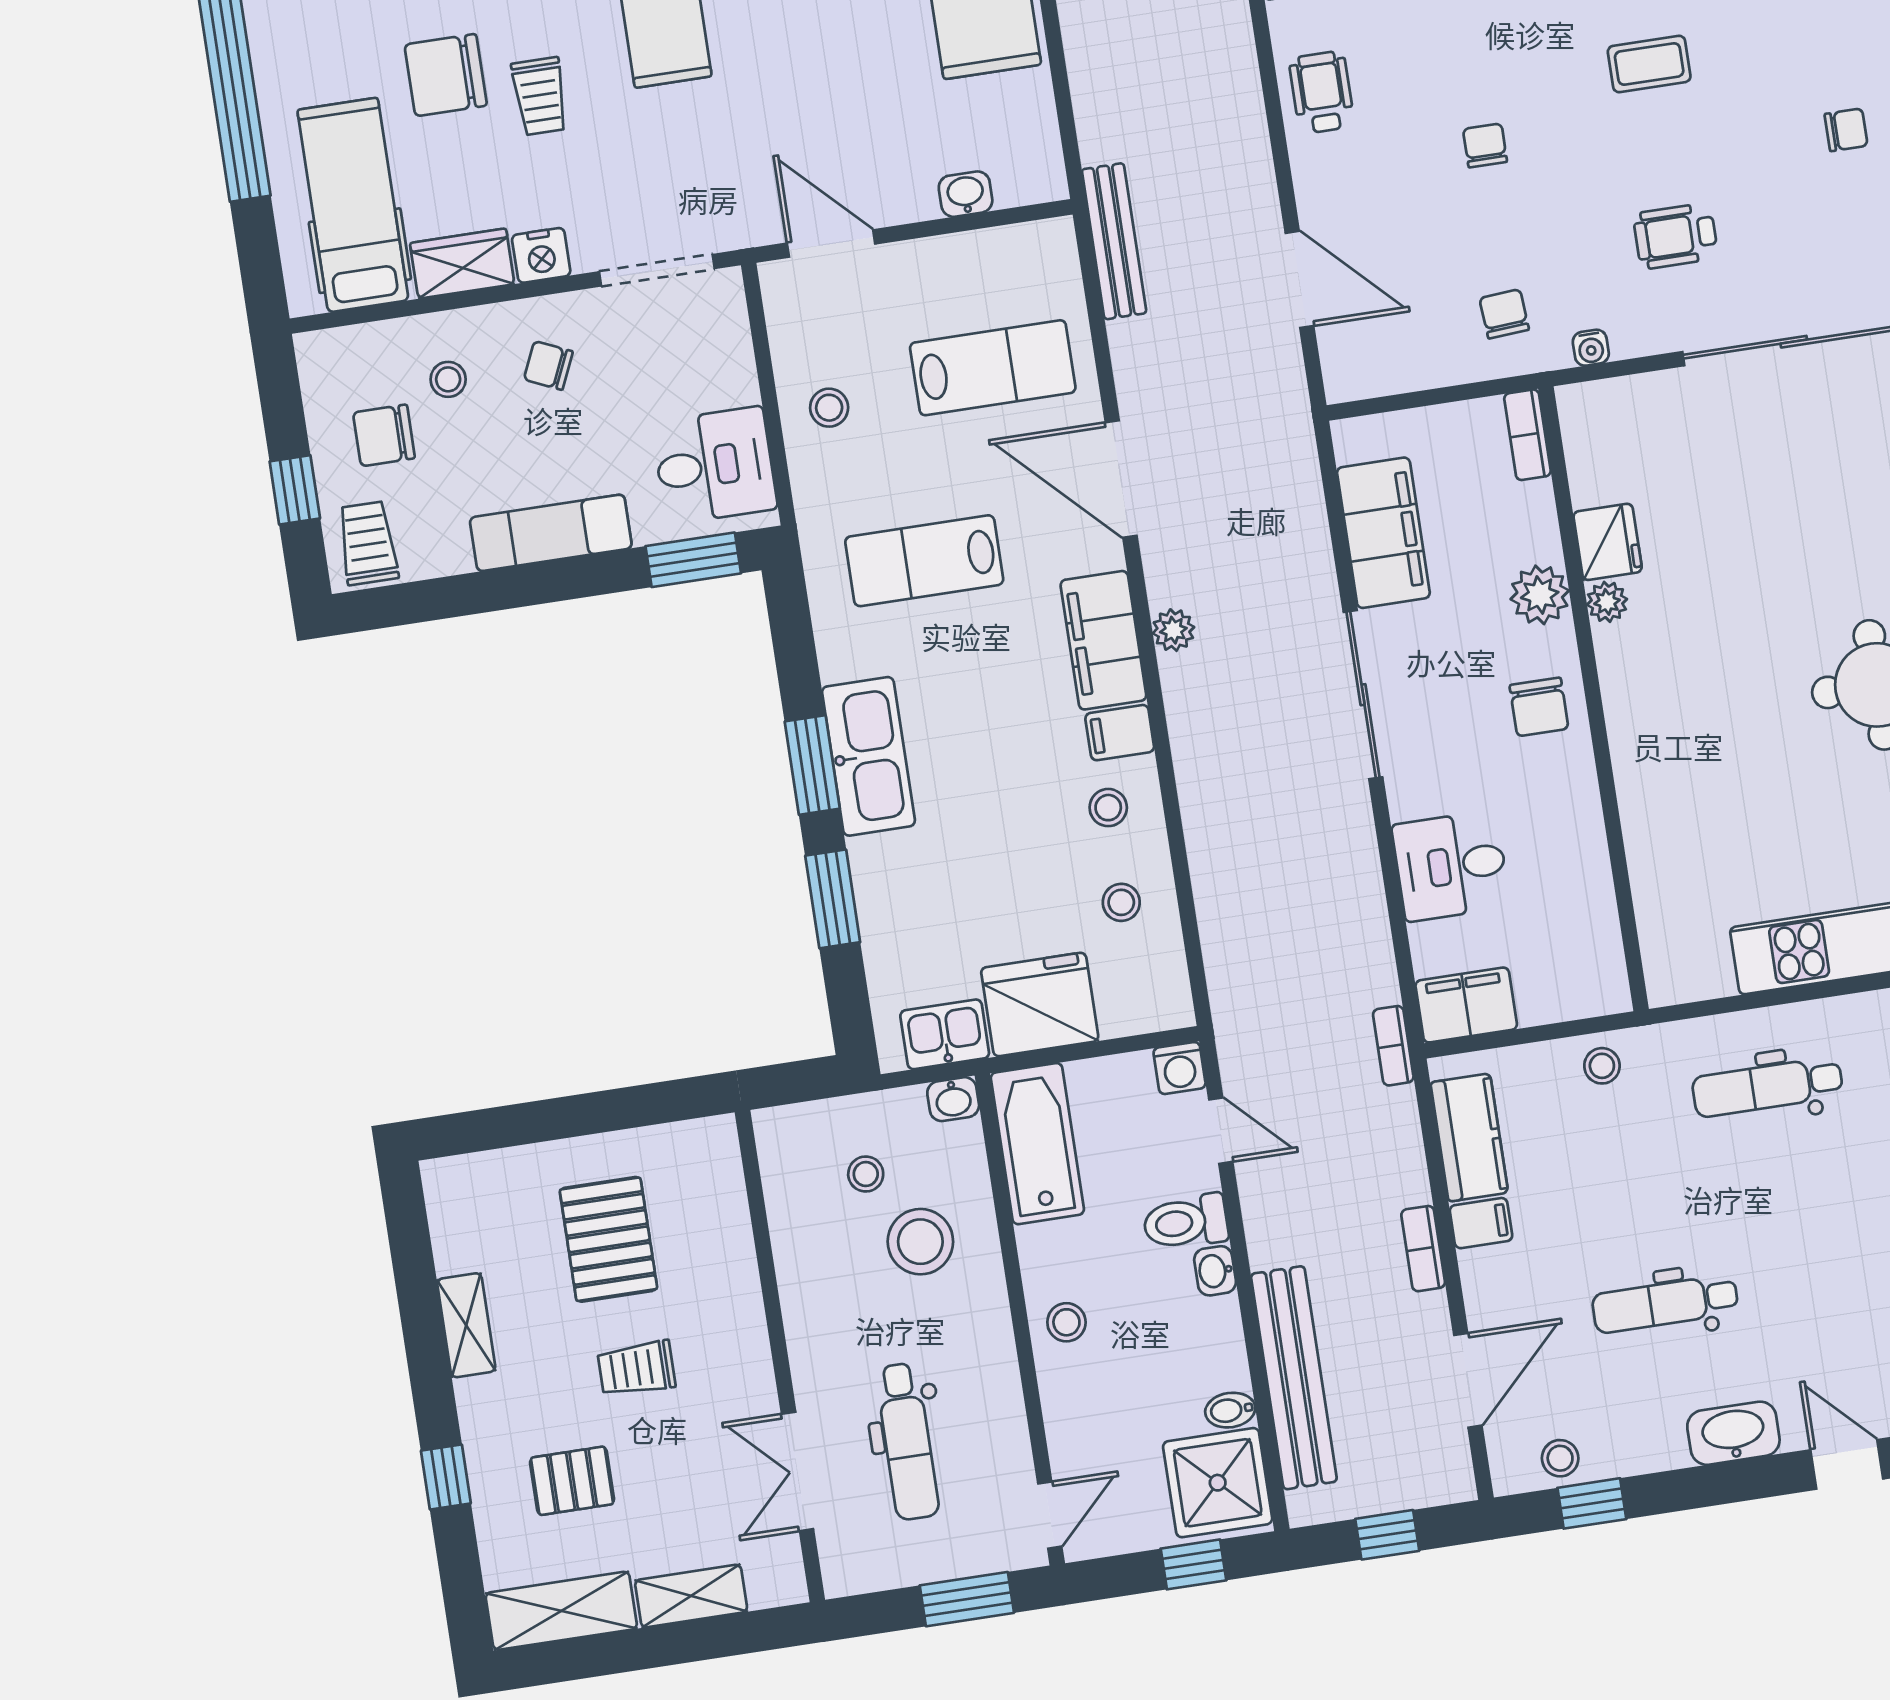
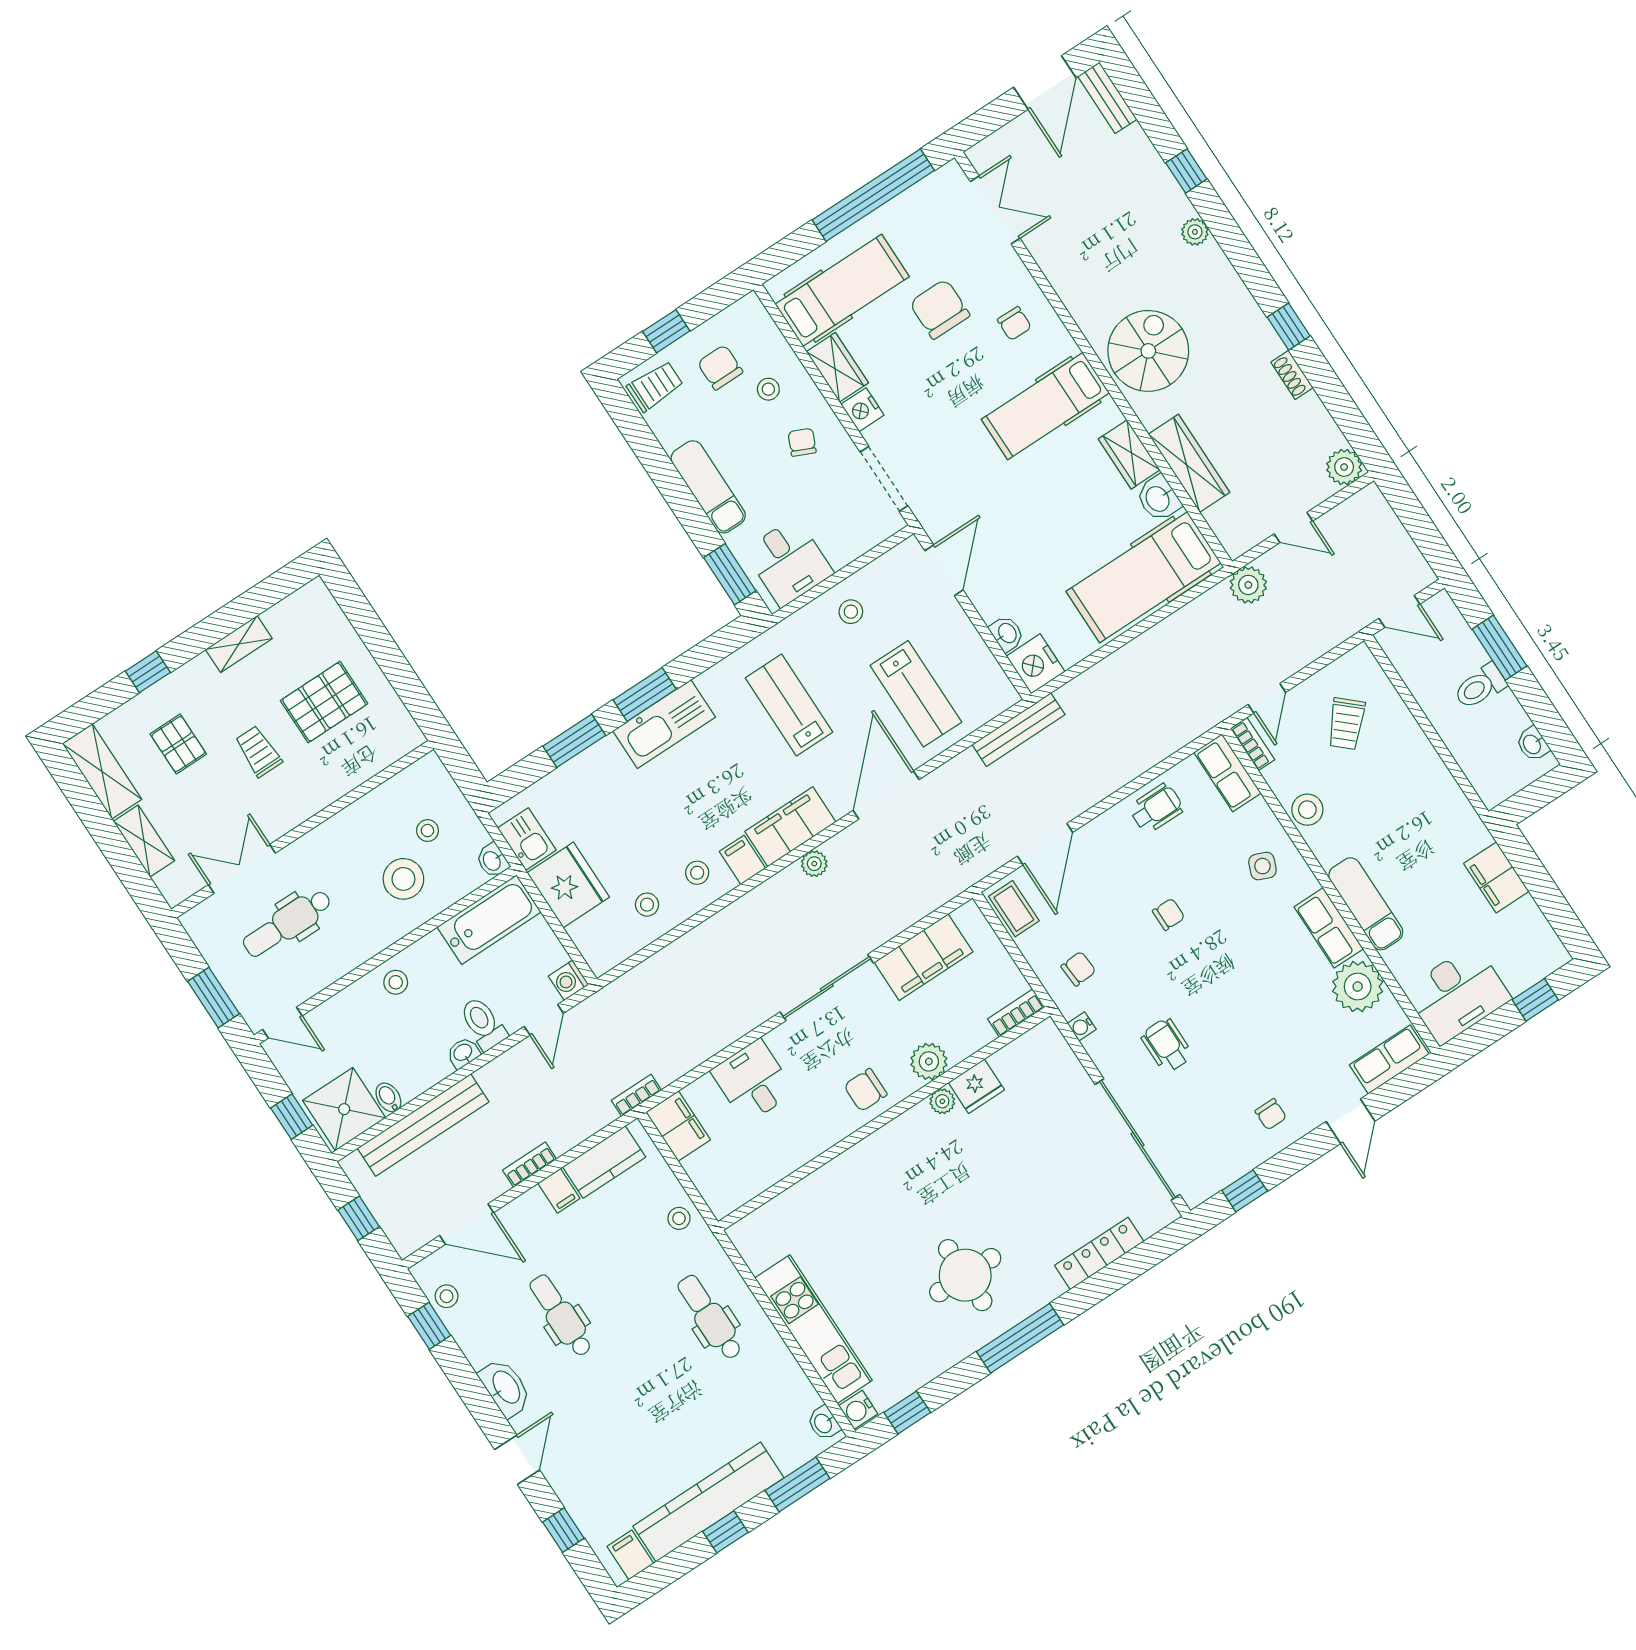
coffee table: (1649, 64) -> (1014, 909), moved
trolley: (540, 96) -> (952, 368), removed
nightstand: (1029, 172) -> (1036, 664), added

